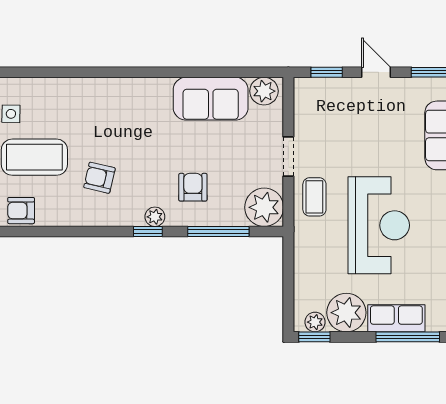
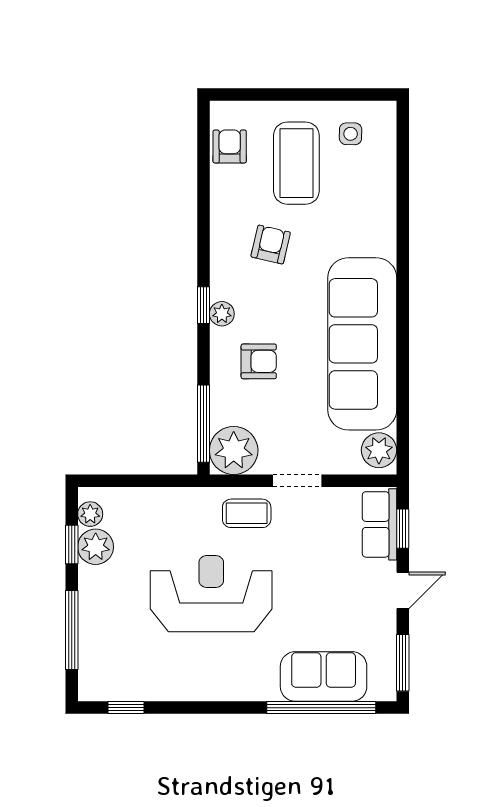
sofa: (211, 99) -> (362, 344), width x1.85, depth x1.27
reception desk: (379, 225) -> (211, 594), turned 180
window: (218, 231) -> (203, 424), moved
plant: (346, 313) -> (96, 547), width x0.73, depth x0.73
row of seats: (396, 318) -> (379, 524), moved, turned 180
window: (314, 337) -> (72, 544), moved

